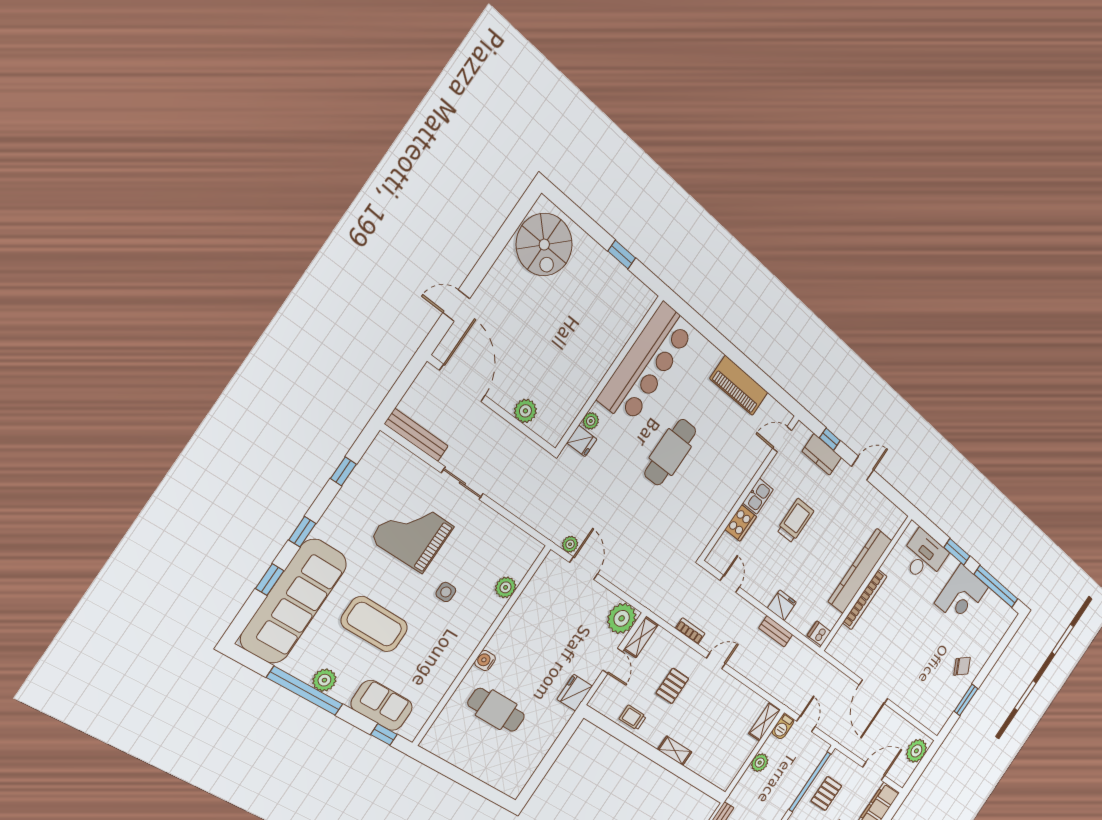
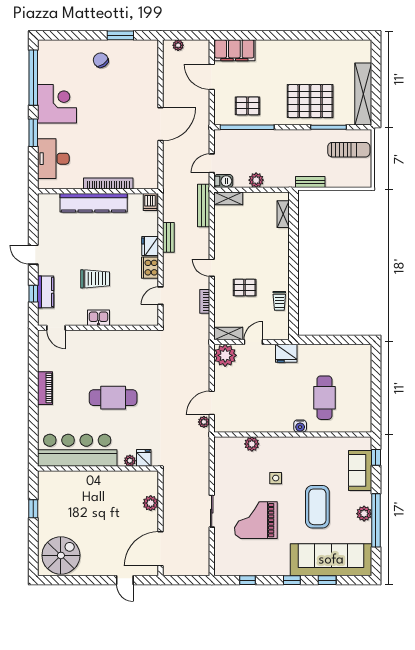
piano: (739, 386) -> (45, 388), width x0.73, depth x0.75
bench: (416, 435) -> (204, 206), moved
trolley: (795, 521) -> (95, 279), turned 180
cooker: (741, 523) -> (150, 268), moved, turned -90
grand piano: (412, 533) -> (256, 520), turned 90
shelving: (675, 751) -> (283, 214), moved
plant: (916, 751) -> (178, 45), width x0.53, depth x0.53

